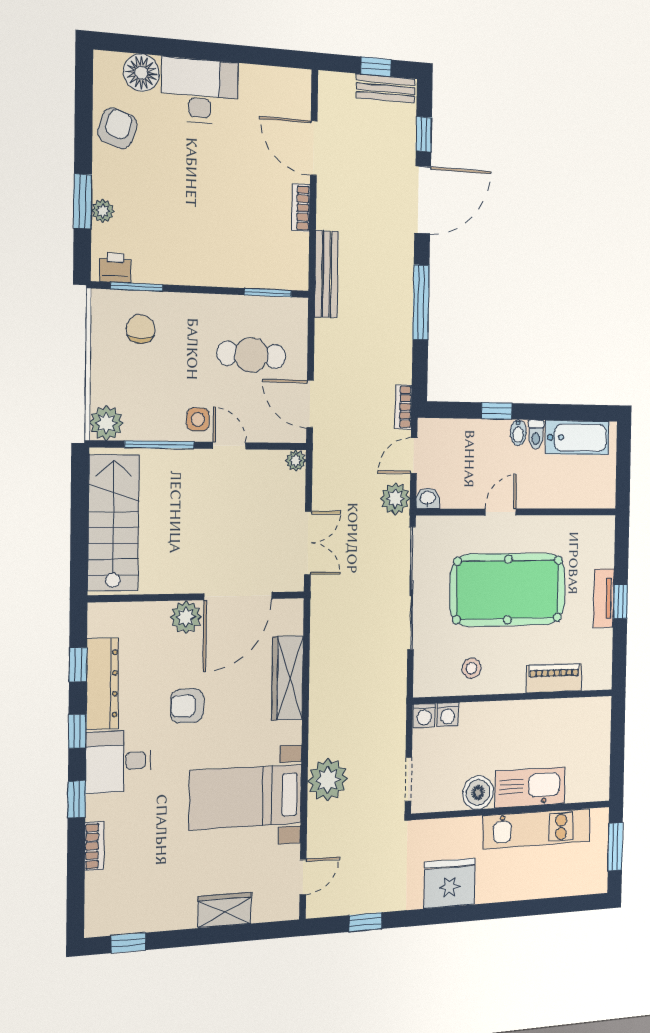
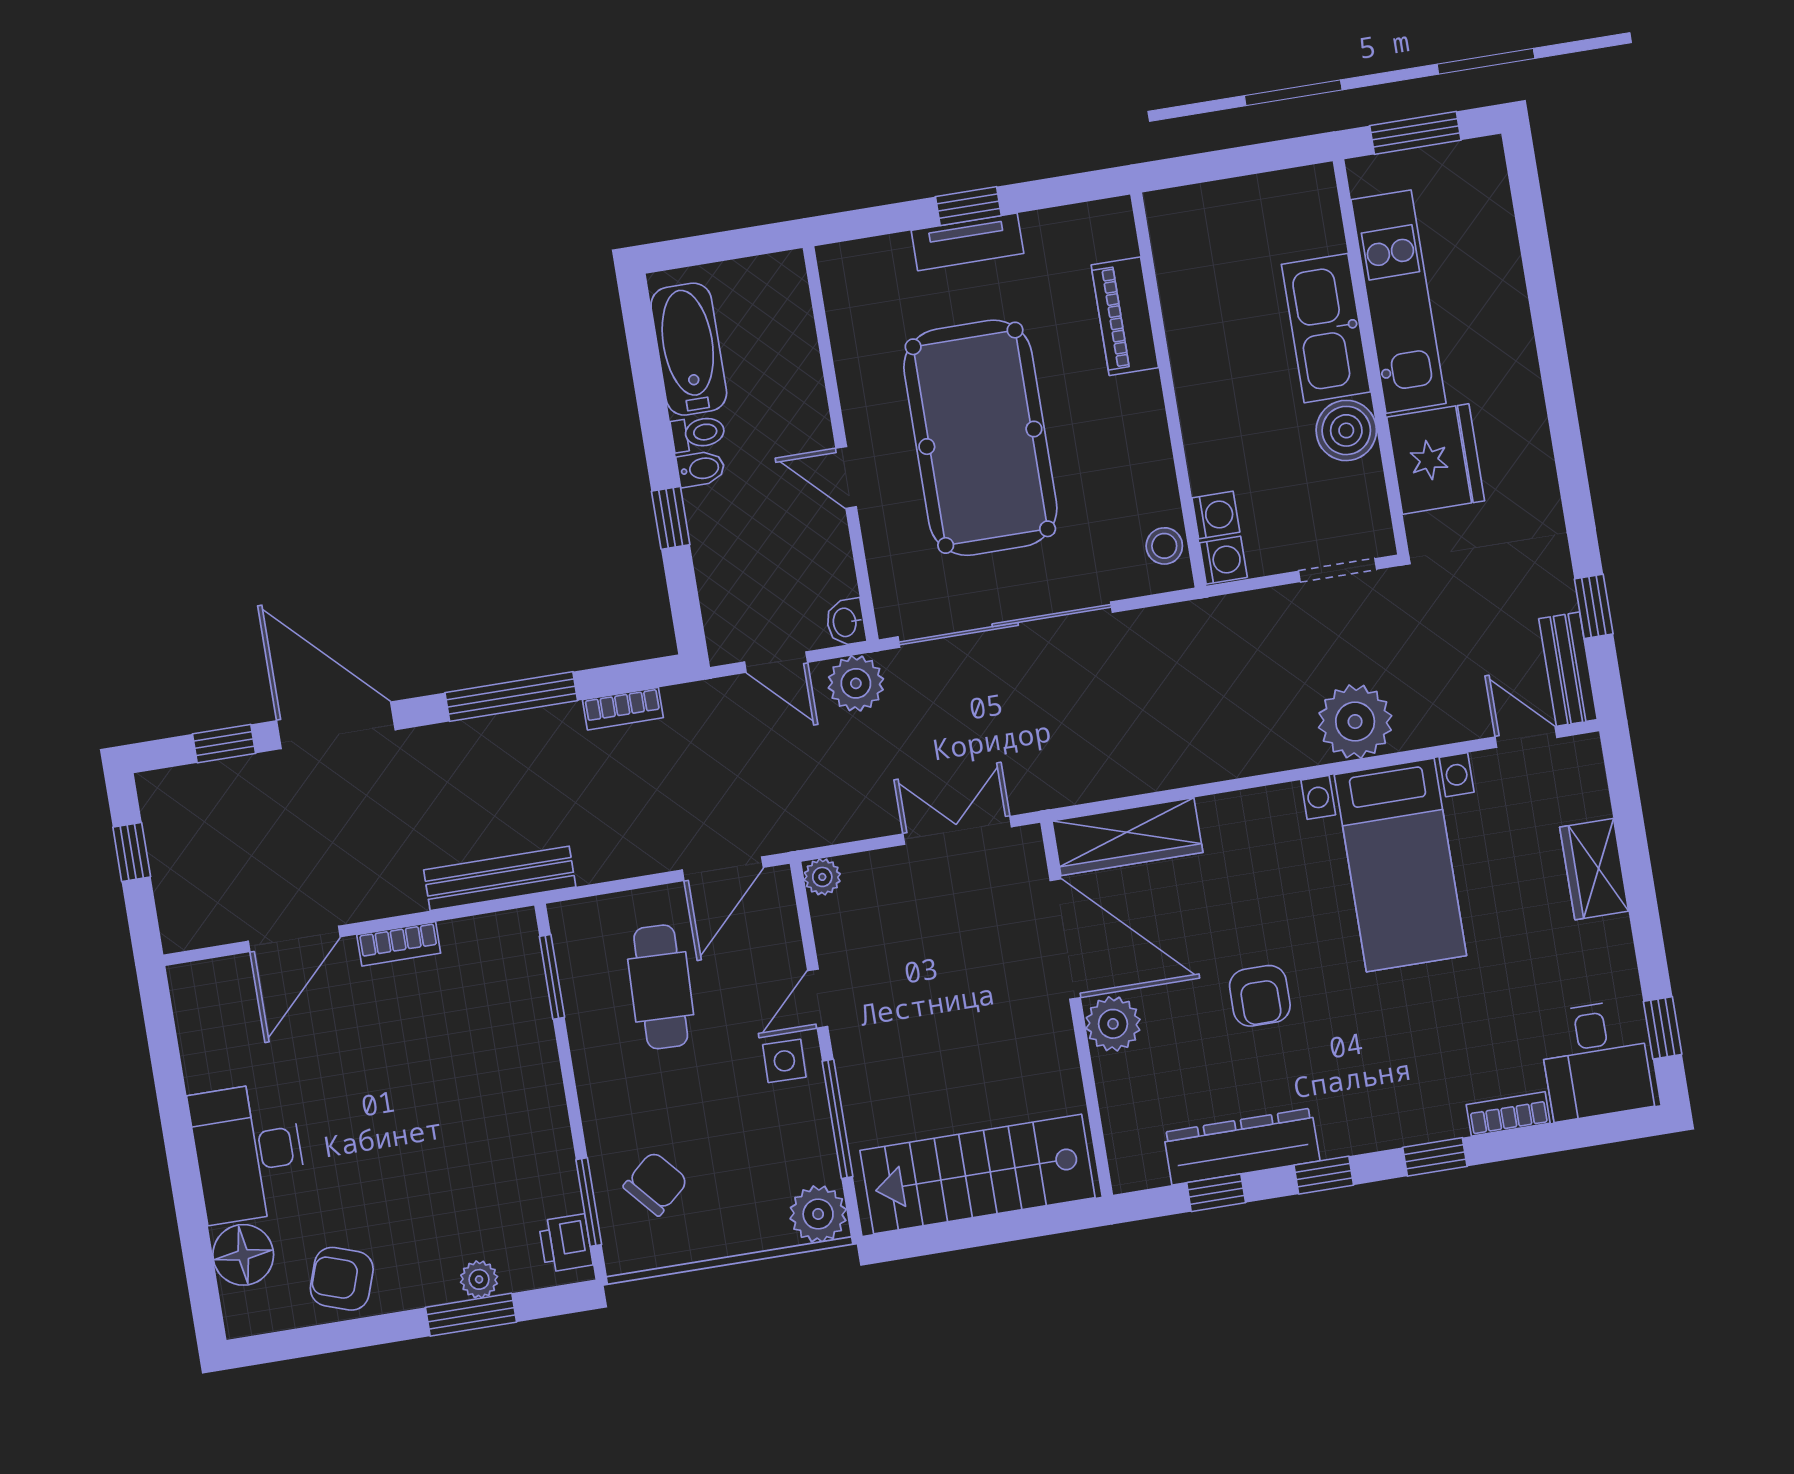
bench: (386, 88) -> (1568, 669), moved
chair: (141, 329) -> (656, 1184), turned 139
bookcase: (403, 407) -> (623, 709), moved
stool: (472, 668) -> (1164, 546), moved
wardrobe: (287, 678) -> (1127, 837), moved
desk: (118, 761) -> (1595, 1060), moved
fridge: (450, 883) -> (1436, 459), moved, turned 180

